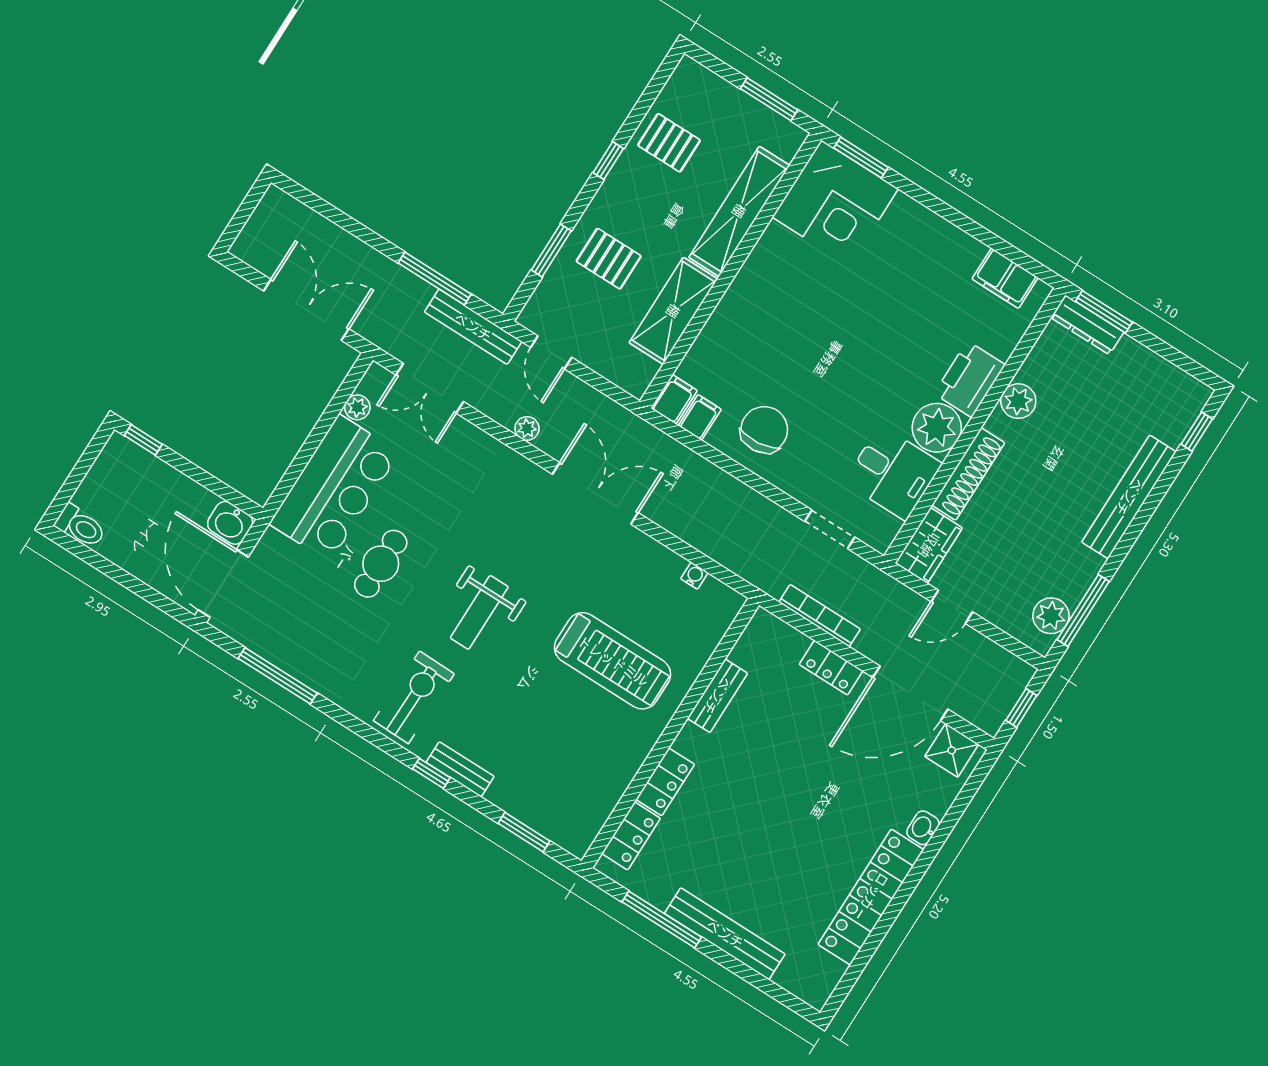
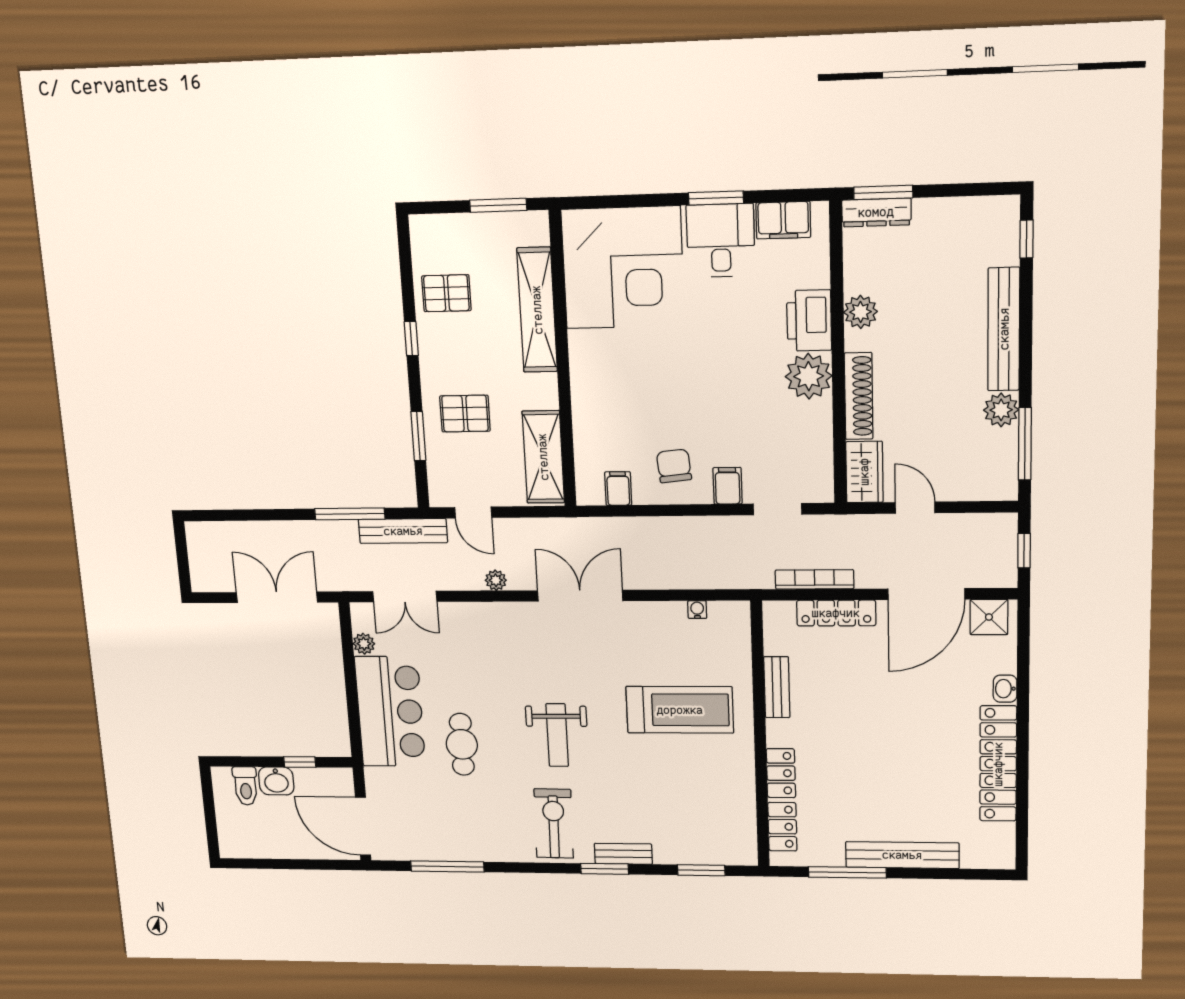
window: (861, 158) -> (716, 198), moved
corner desk: (835, 203) -> (623, 268), width x1.36, depth x1.36
shelving: (673, 311) -> (543, 457), moved
filing cabinet: (674, 399) -> (728, 486), moved
chair: (764, 430) -> (674, 466), width x0.73, depth x0.73
window: (143, 440) -> (300, 762), moved
desk: (893, 473) -> (721, 241), moved, turned -90
washbasin: (230, 523) -> (276, 781), moved
toilet: (80, 526) -> (246, 786), moved, turned 90
door: (952, 607) -> (915, 508), swing flipped
plant: (1051, 616) -> (1001, 410), moved
locker: (831, 668) -> (836, 613), width x1.53
window: (431, 773) -> (605, 869), width x1.50

